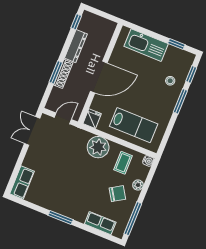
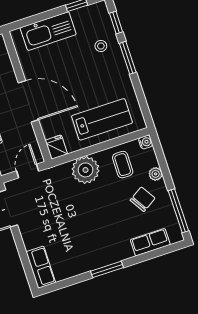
door: (99, 77) -> (28, 101), hinge flipped

